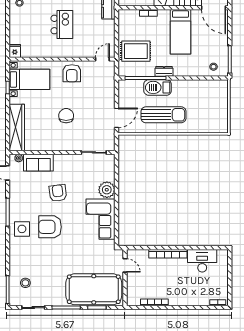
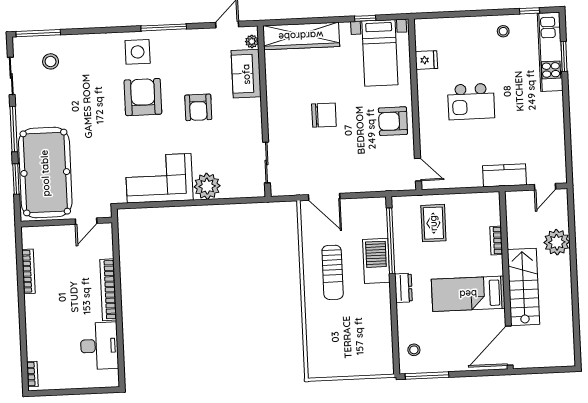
fridge: (15, 51) -> (426, 60), moved
rug: (136, 51) -> (433, 223), width x0.73, depth x0.70
dresser: (164, 71) -> (403, 288), moved
sun lounger: (163, 115) -> (333, 272), width x0.73, depth x0.75
armchair: (58, 193) -> (198, 107), turned 97

